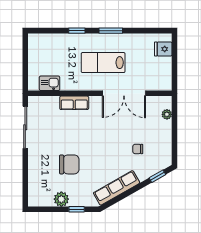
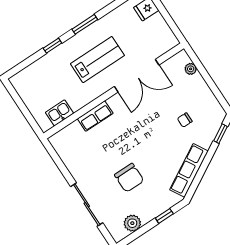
lab bench: (103, 63) -> (97, 60), turned 180
sliding door: (25, 127) -> (87, 205), moved
chair: (69, 164) -> (129, 178), turned 90
plant: (61, 199) -> (132, 223), moved

